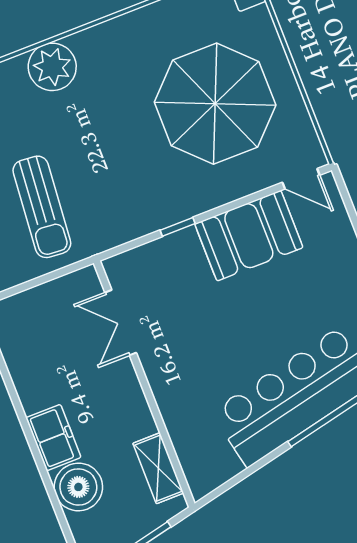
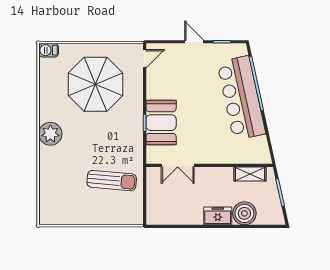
plant: (52, 67) -> (50, 134), moved
booth: (249, 236) -> (161, 123), moved

